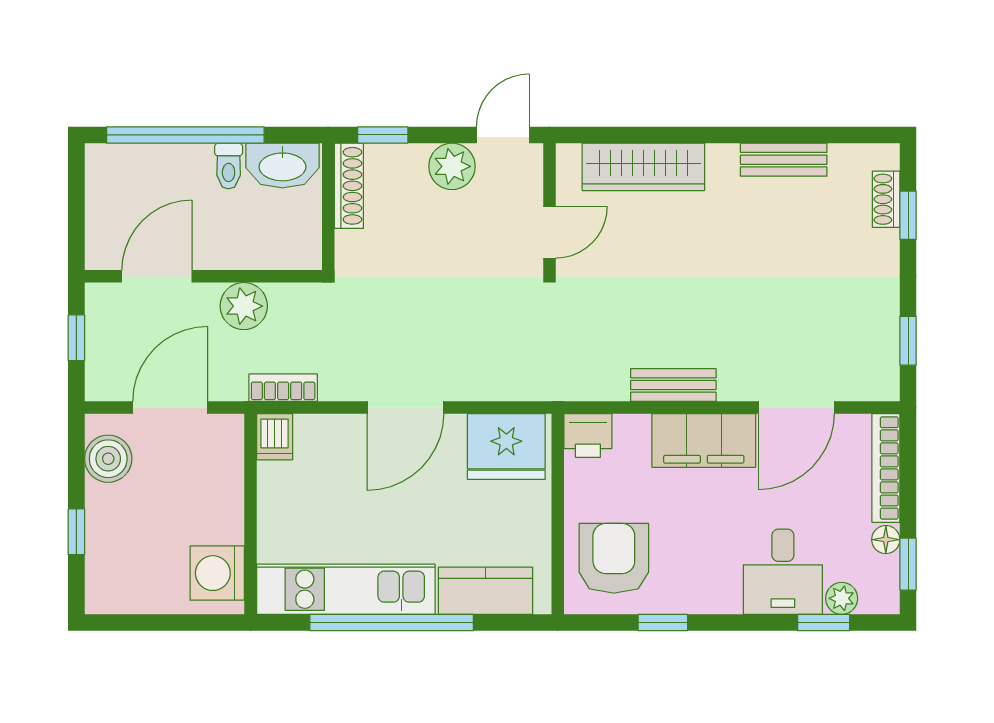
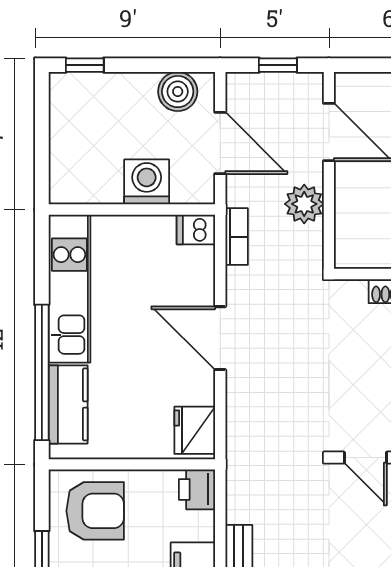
fridge: (506, 446) -> (195, 430), width x0.73, depth x0.75
window: (76, 532) -> (85, 65), moved
washing machine: (217, 573) -> (147, 182), moved
window: (392, 623) -> (42, 372), moved

